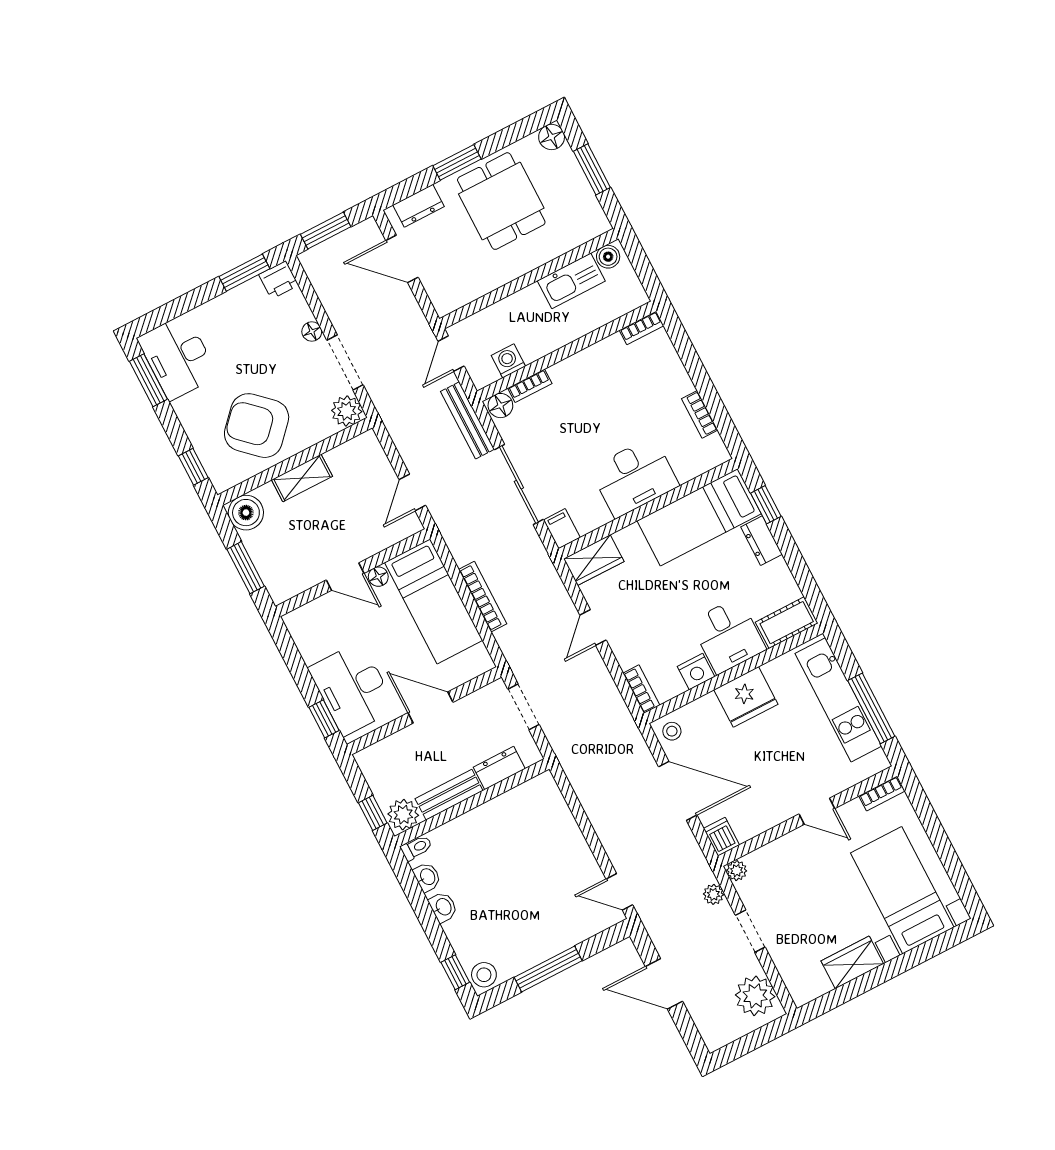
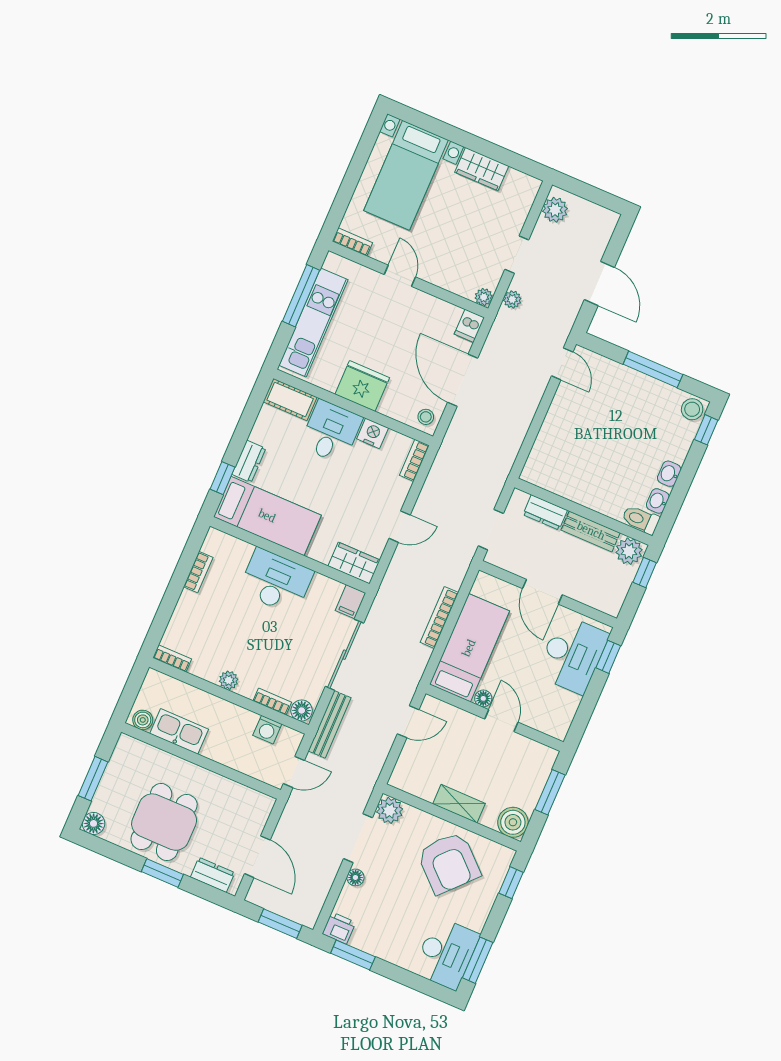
plant: (581, 362) -> (229, 680), added
toilet: (416, 848) -> (641, 520), width x1.37, depth x1.39
plant: (755, 996) -> (555, 210), width x0.73, depth x0.73

